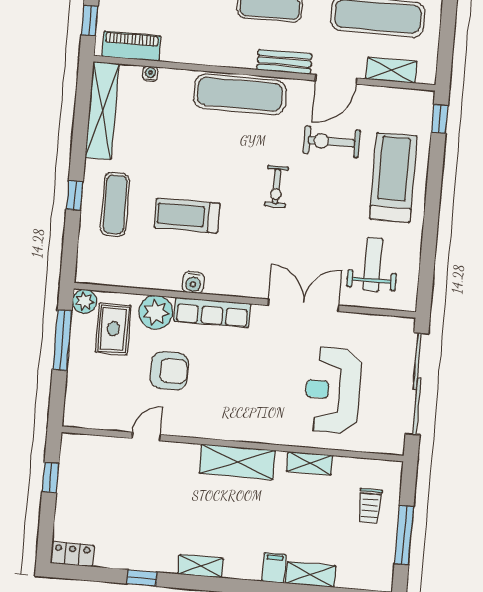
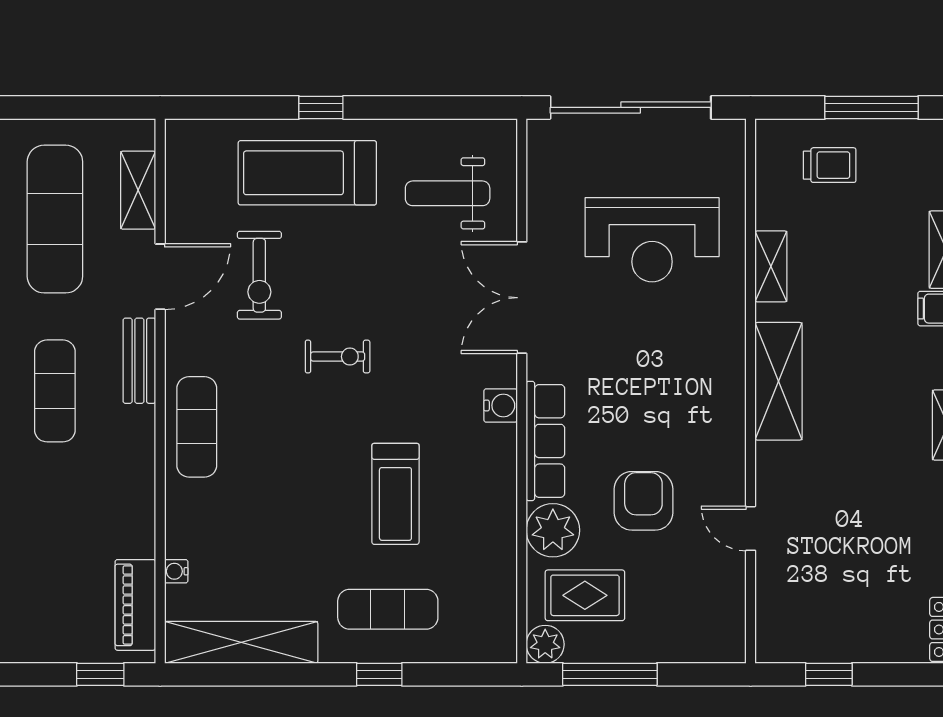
door: (336, 79) -> (160, 277), hinge flipped
exercise mat: (240, 94) -> (197, 427), width x0.73, depth x0.69
window: (440, 119) -> (321, 107), moved
water cooler: (193, 282) -> (501, 405), moved

